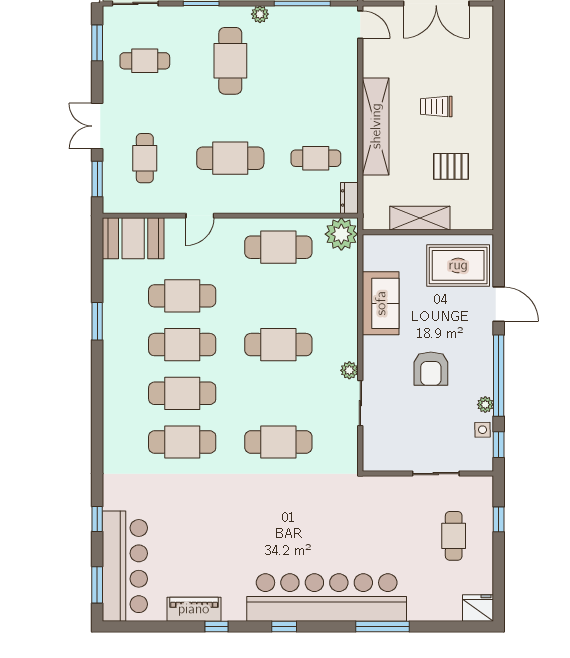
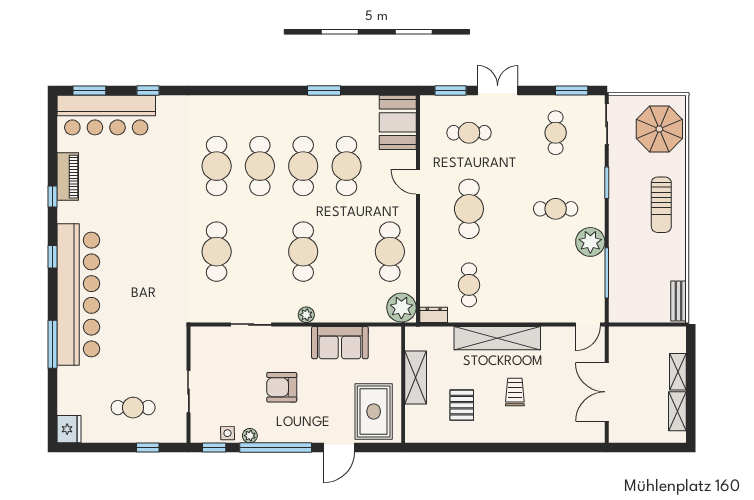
plant: (260, 14) -> (590, 242), width x1.88, depth x1.88
cafe table: (230, 61) -> (556, 209), width x0.73, depth x0.74
plant: (349, 370) -> (306, 315), moved

